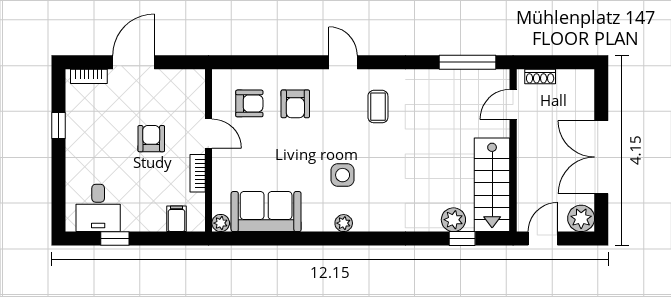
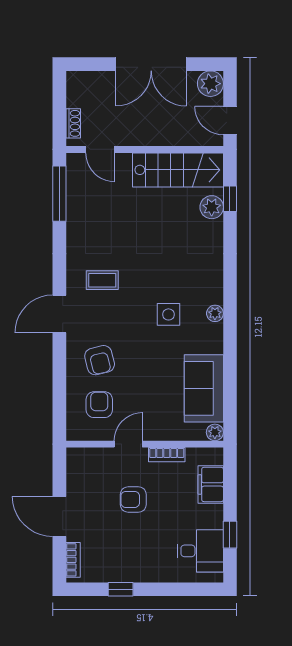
door: (343, 62) -> (59, 314), width x1.38
armchair: (295, 104) -> (100, 360), turned 76
filing cabinet: (177, 219) -> (211, 484), width x2.00

